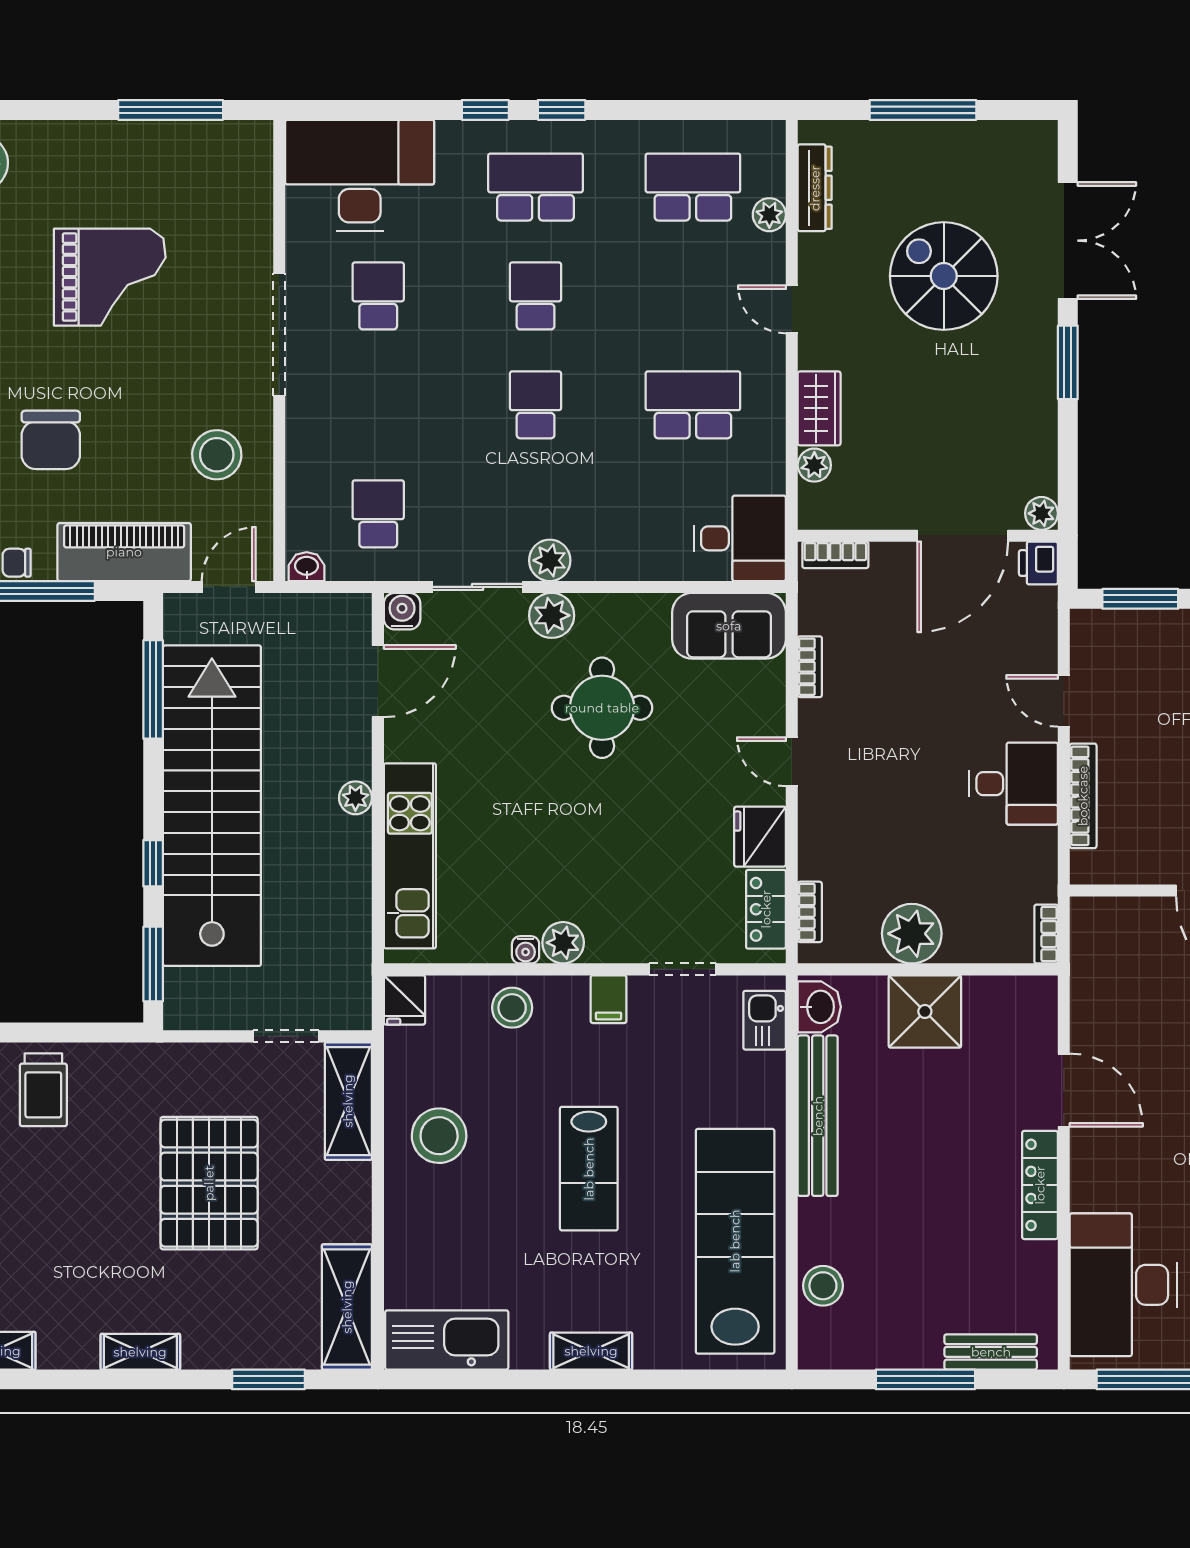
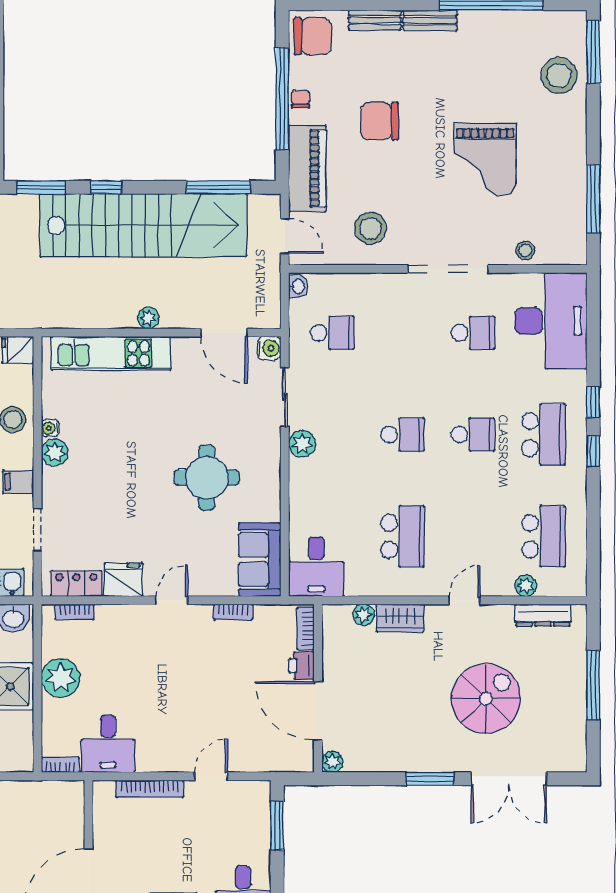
stool: (251, 215) -> (525, 250), added
printer: (1038, 563) -> (302, 666), moved, turned -90
plant: (552, 615) -> (266, 445), removed
desk: (1014, 784) -> (108, 744), moved

